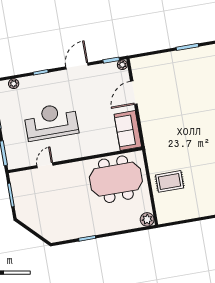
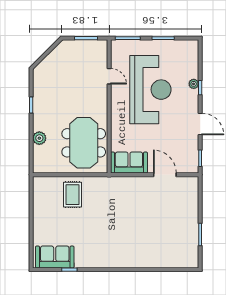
plant: (122, 65) -> (194, 168), removed
plant: (14, 84) -> (194, 84), moved
reception desk: (51, 122) -> (150, 90), width x1.36, depth x1.30
plant: (147, 219) -> (39, 138), moved

